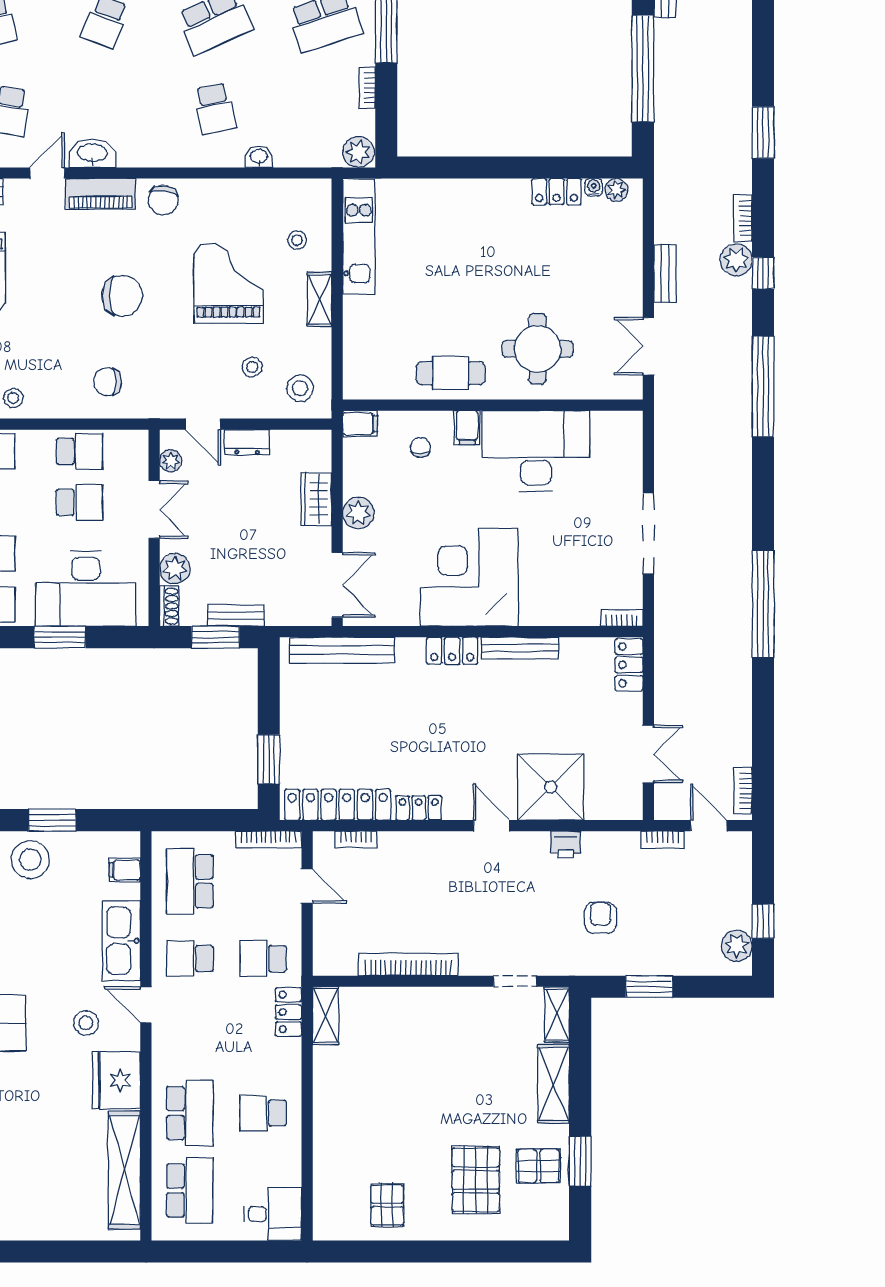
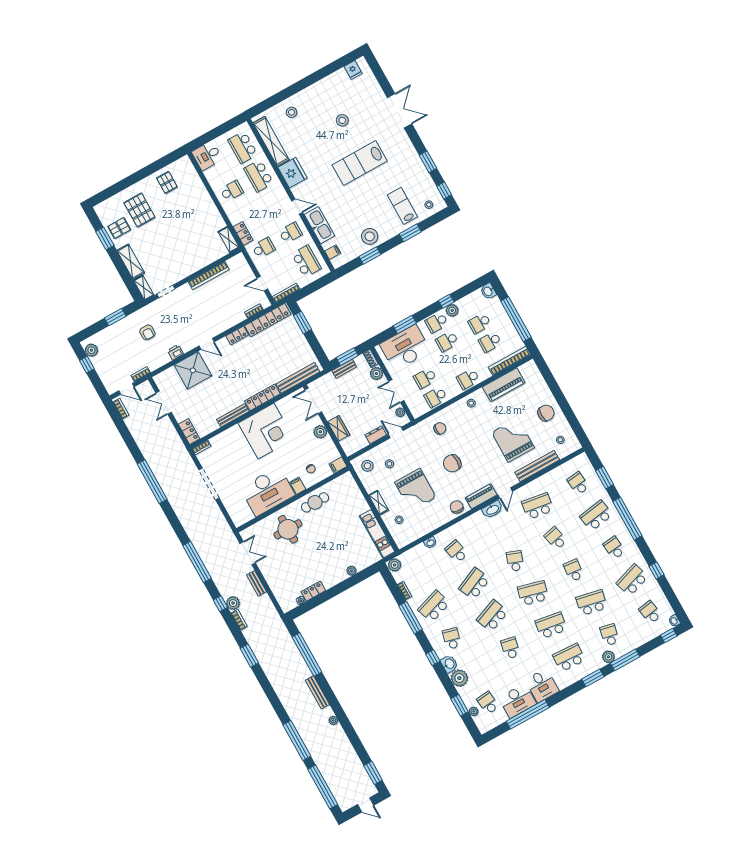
plant: (616, 190) -> (351, 571), moved
locker: (452, 651) -> (262, 397), width x1.53
stool: (86, 1023) -> (292, 112), moved

